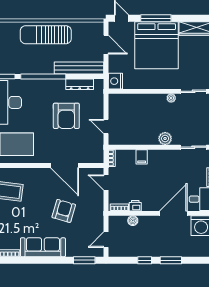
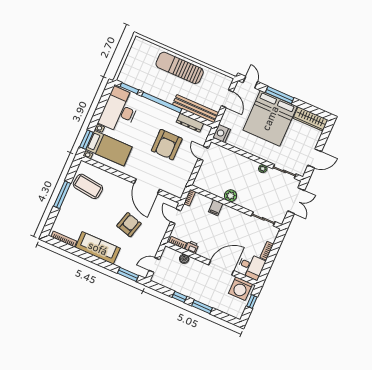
door: (106, 126) -> (203, 153), moved
plant: (165, 139) -> (231, 196), moved

